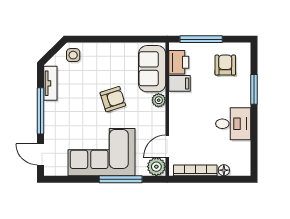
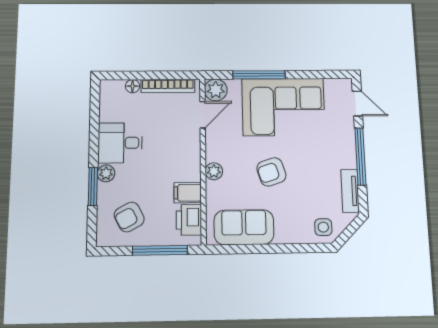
armchair: (225, 65) -> (129, 217), turned 62
sofa: (152, 69) -> (244, 227), moved, turned -90
plant: (244, 99) -> (106, 173), added

